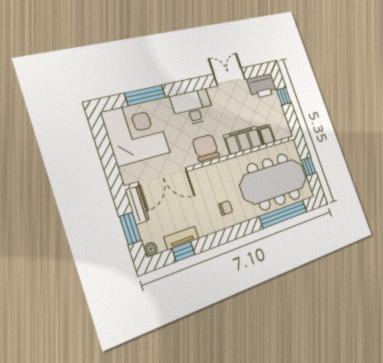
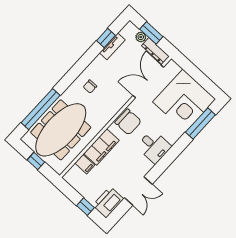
window: (145, 95) -> (200, 124), moved
desk: (193, 107) -> (154, 147), width x0.73
plant: (151, 249) -> (141, 37), moved

